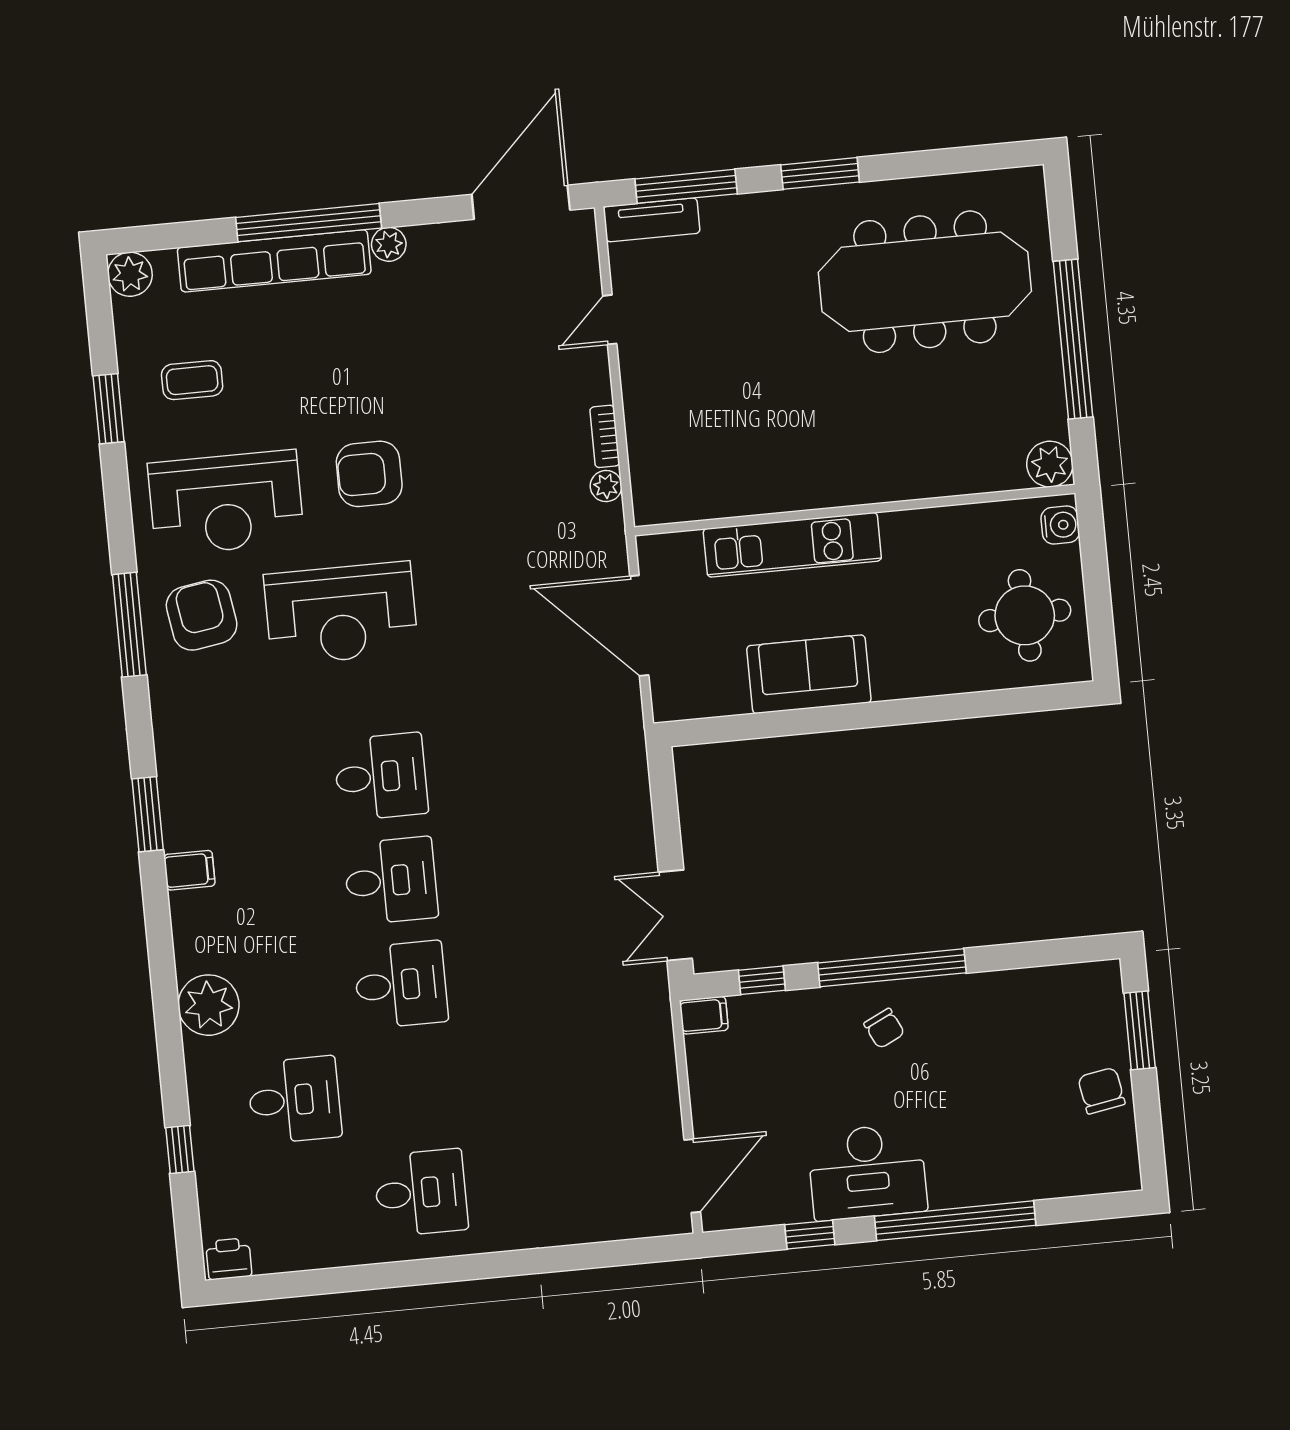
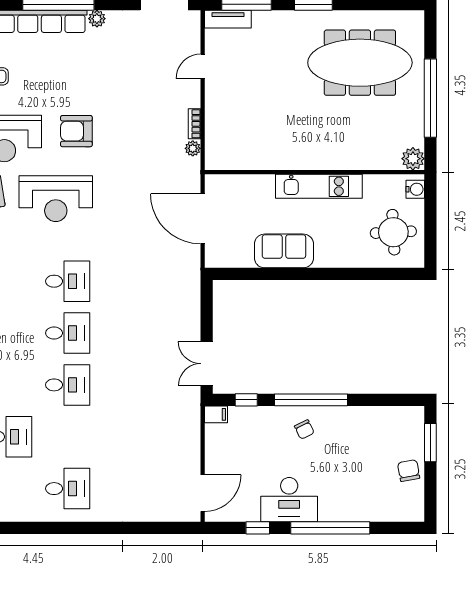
kitchen unit: (792, 545) -> (319, 186), moved

